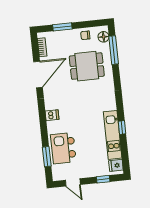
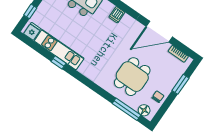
door: (38, 75) -> (159, 32), hinge flipped

